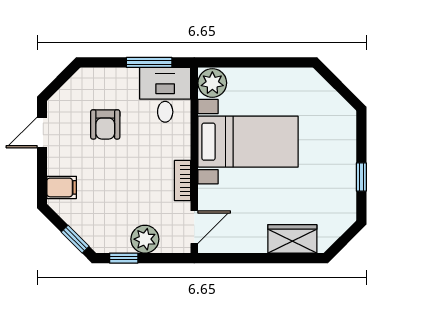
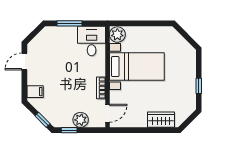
window: (149, 62) -> (70, 23), moved
armchair: (105, 124) -> (59, 57), removed

